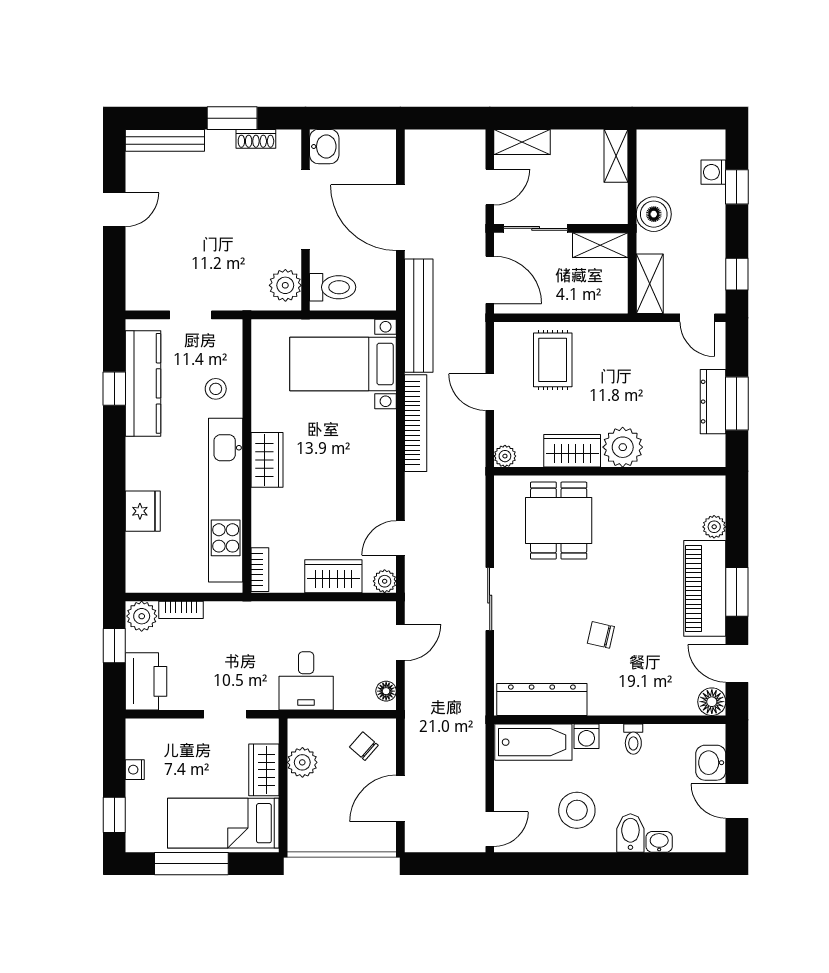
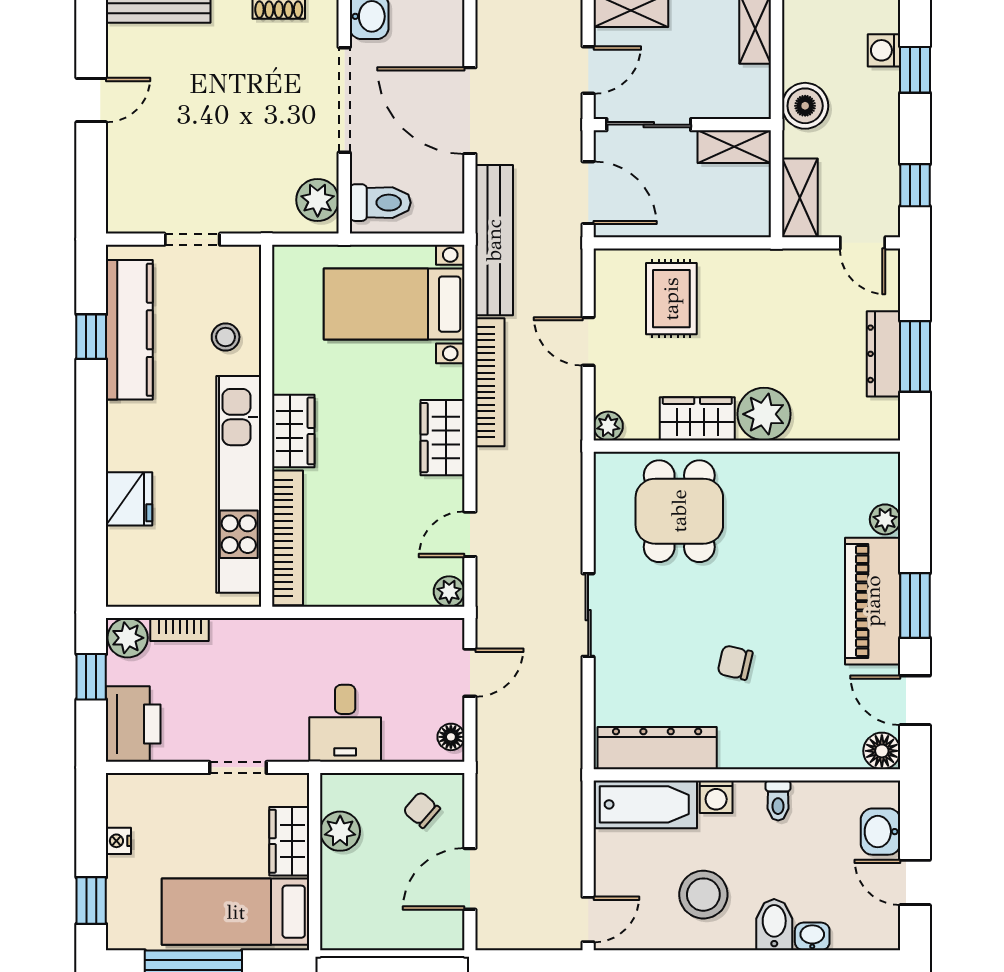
bookcase: (260, 570) -> (288, 538), width x2.31, depth x1.31
wardrobe: (333, 576) -> (442, 438), moved, turned -90

